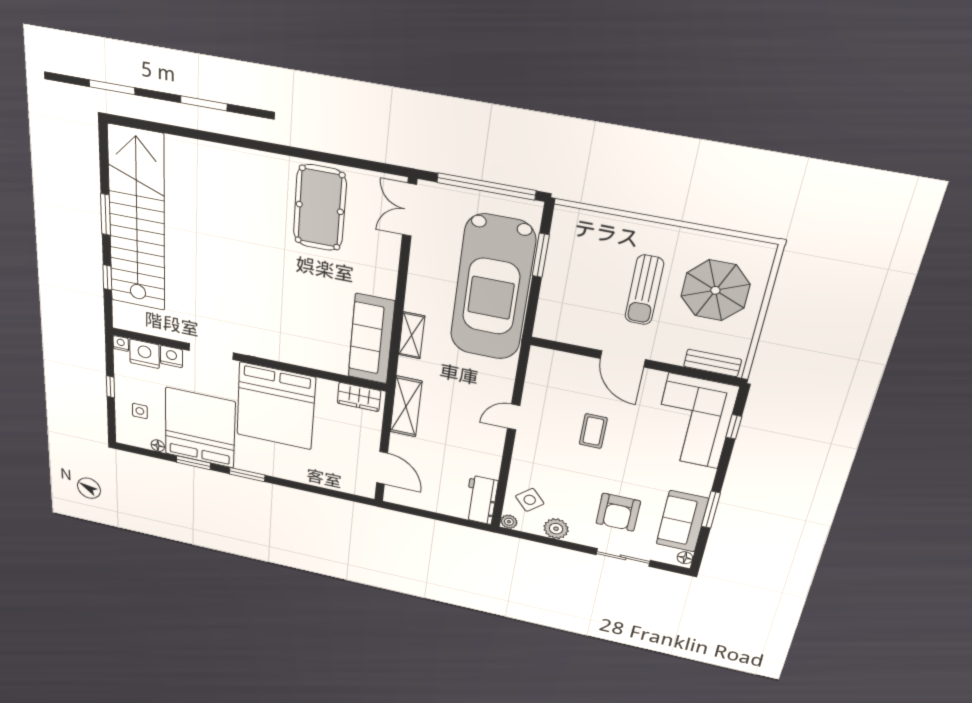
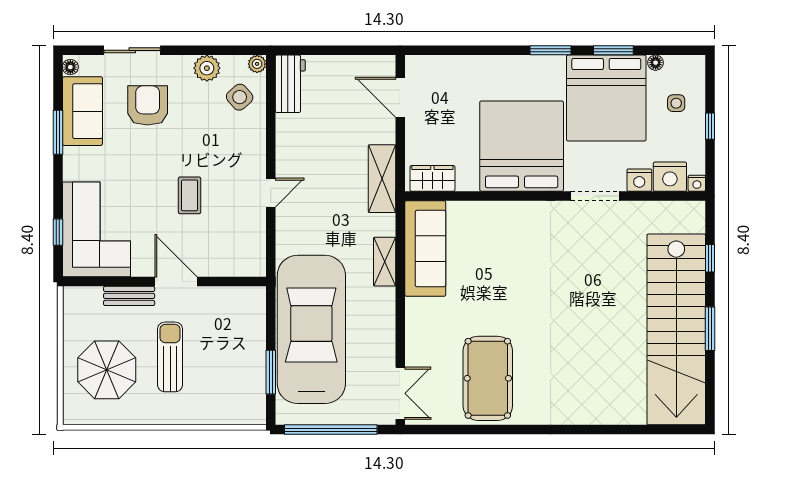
bench: (713, 363) -> (129, 296), moved

